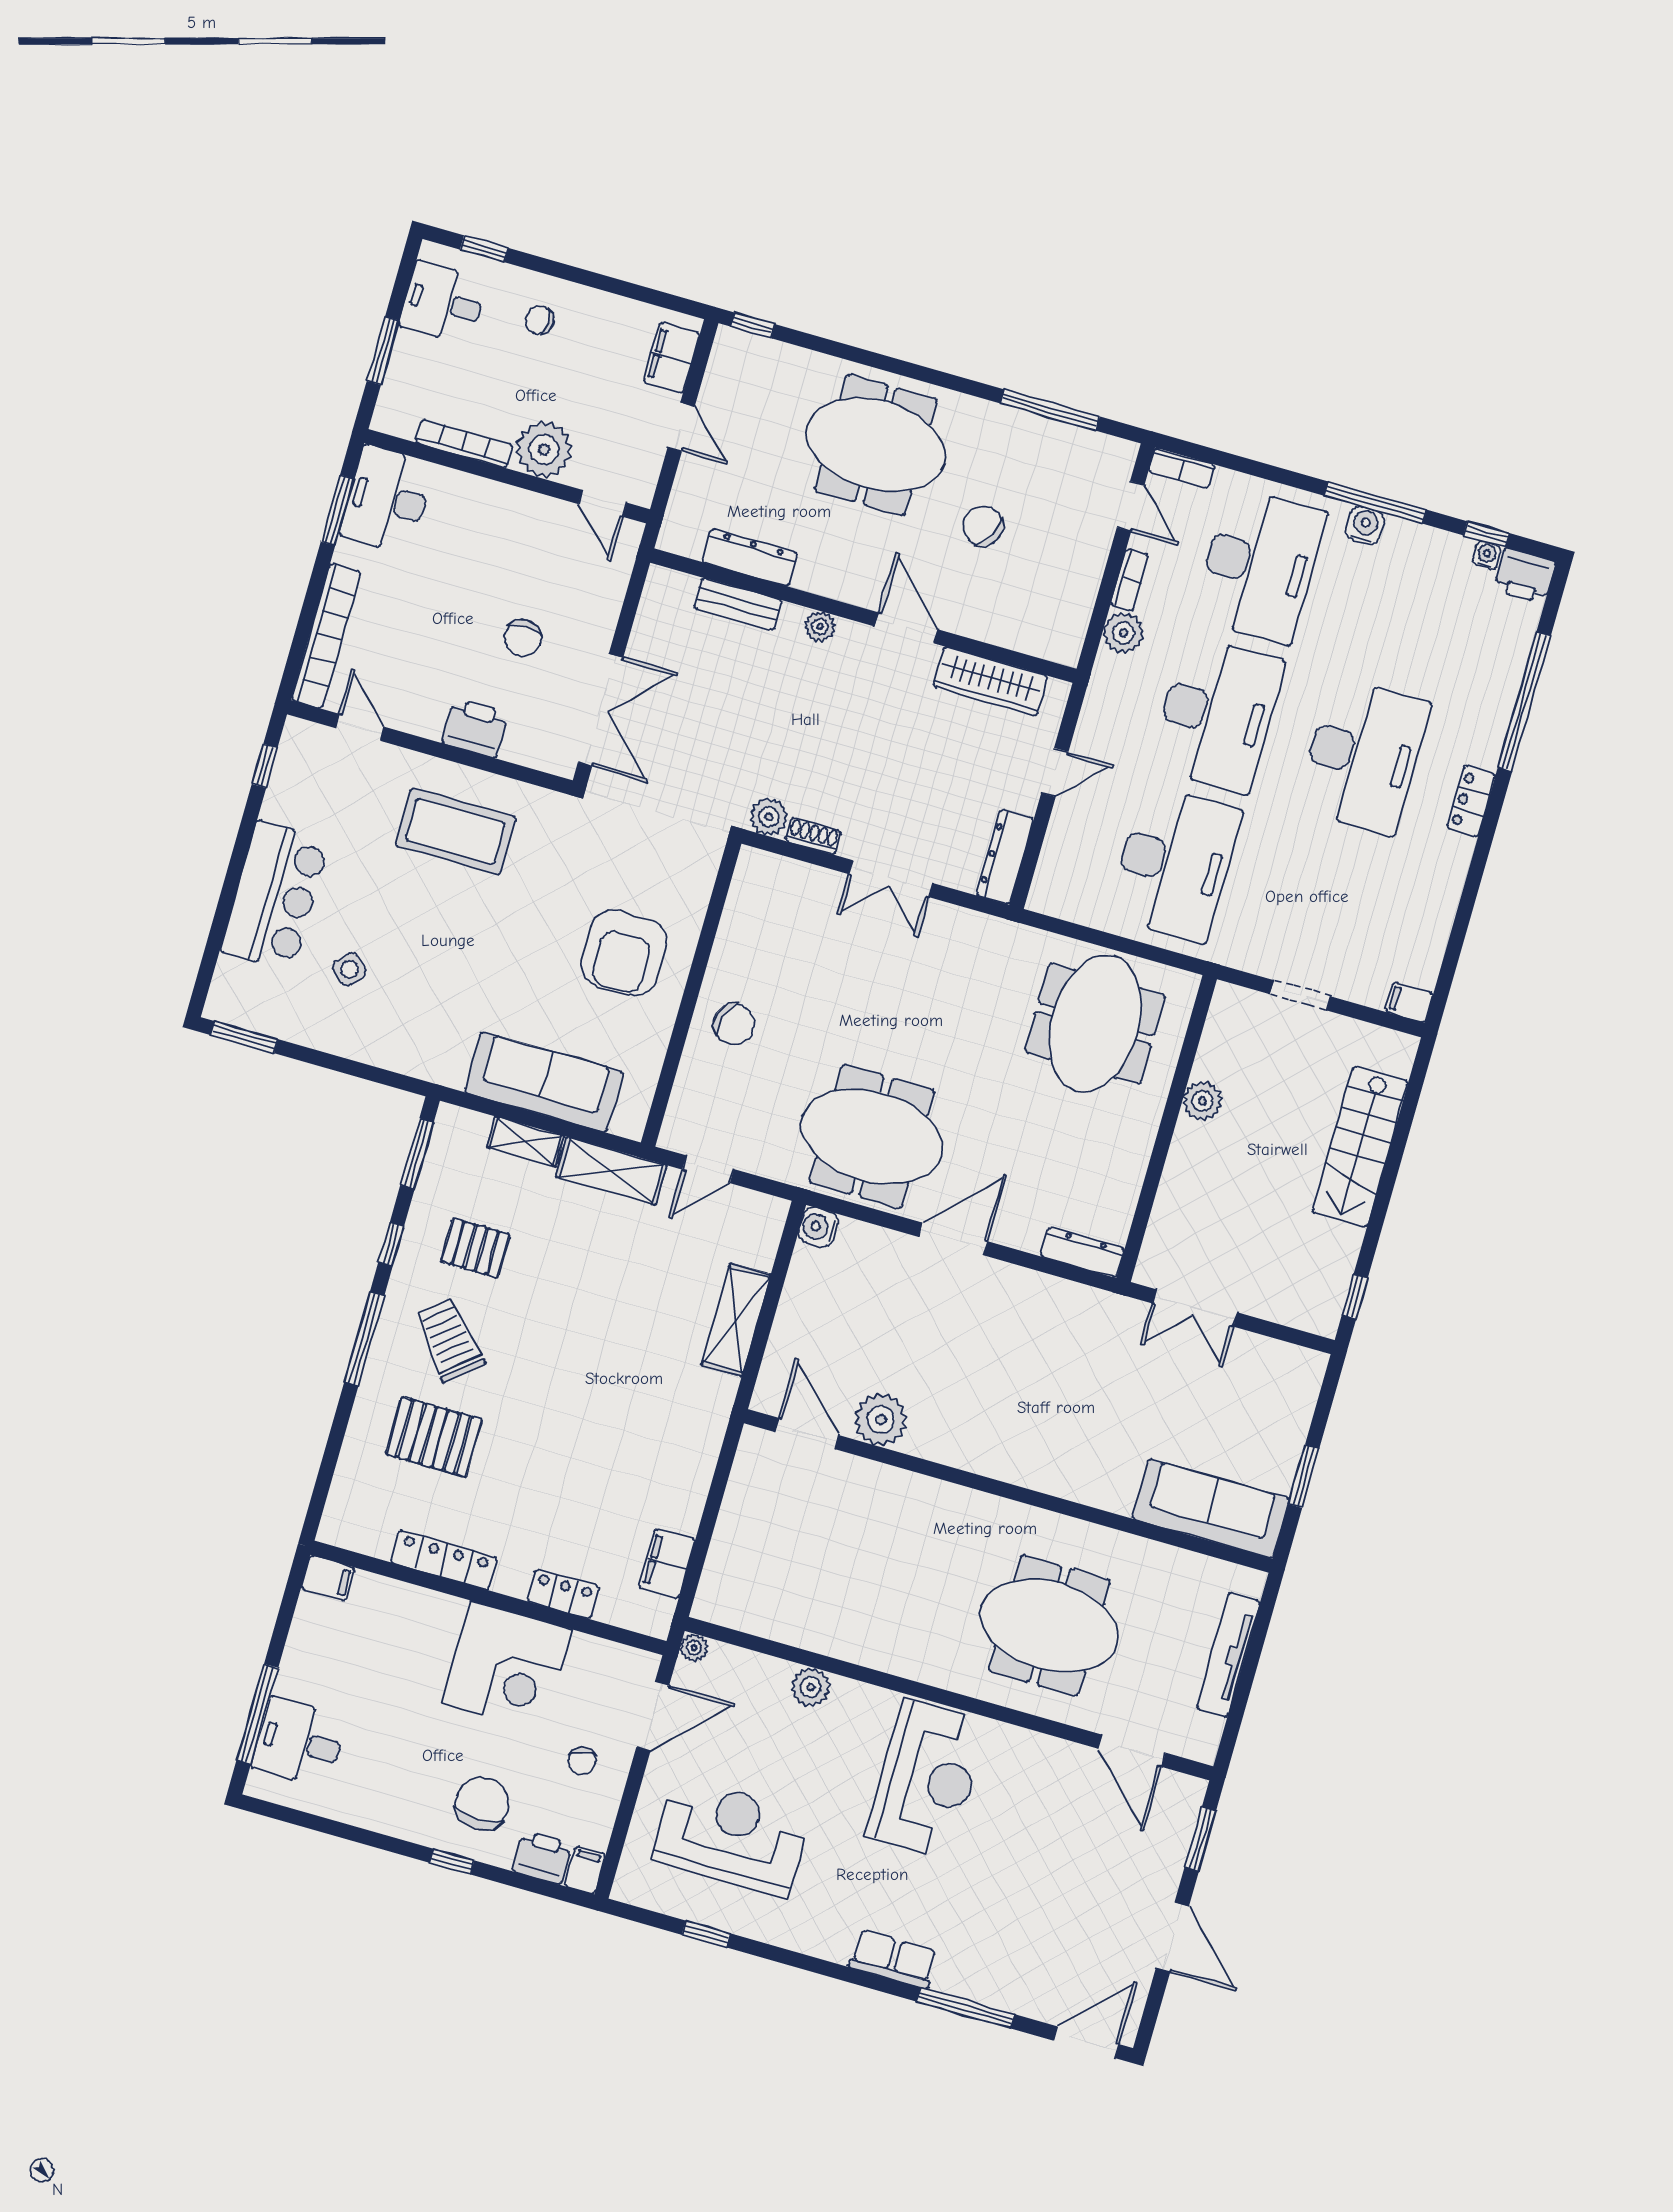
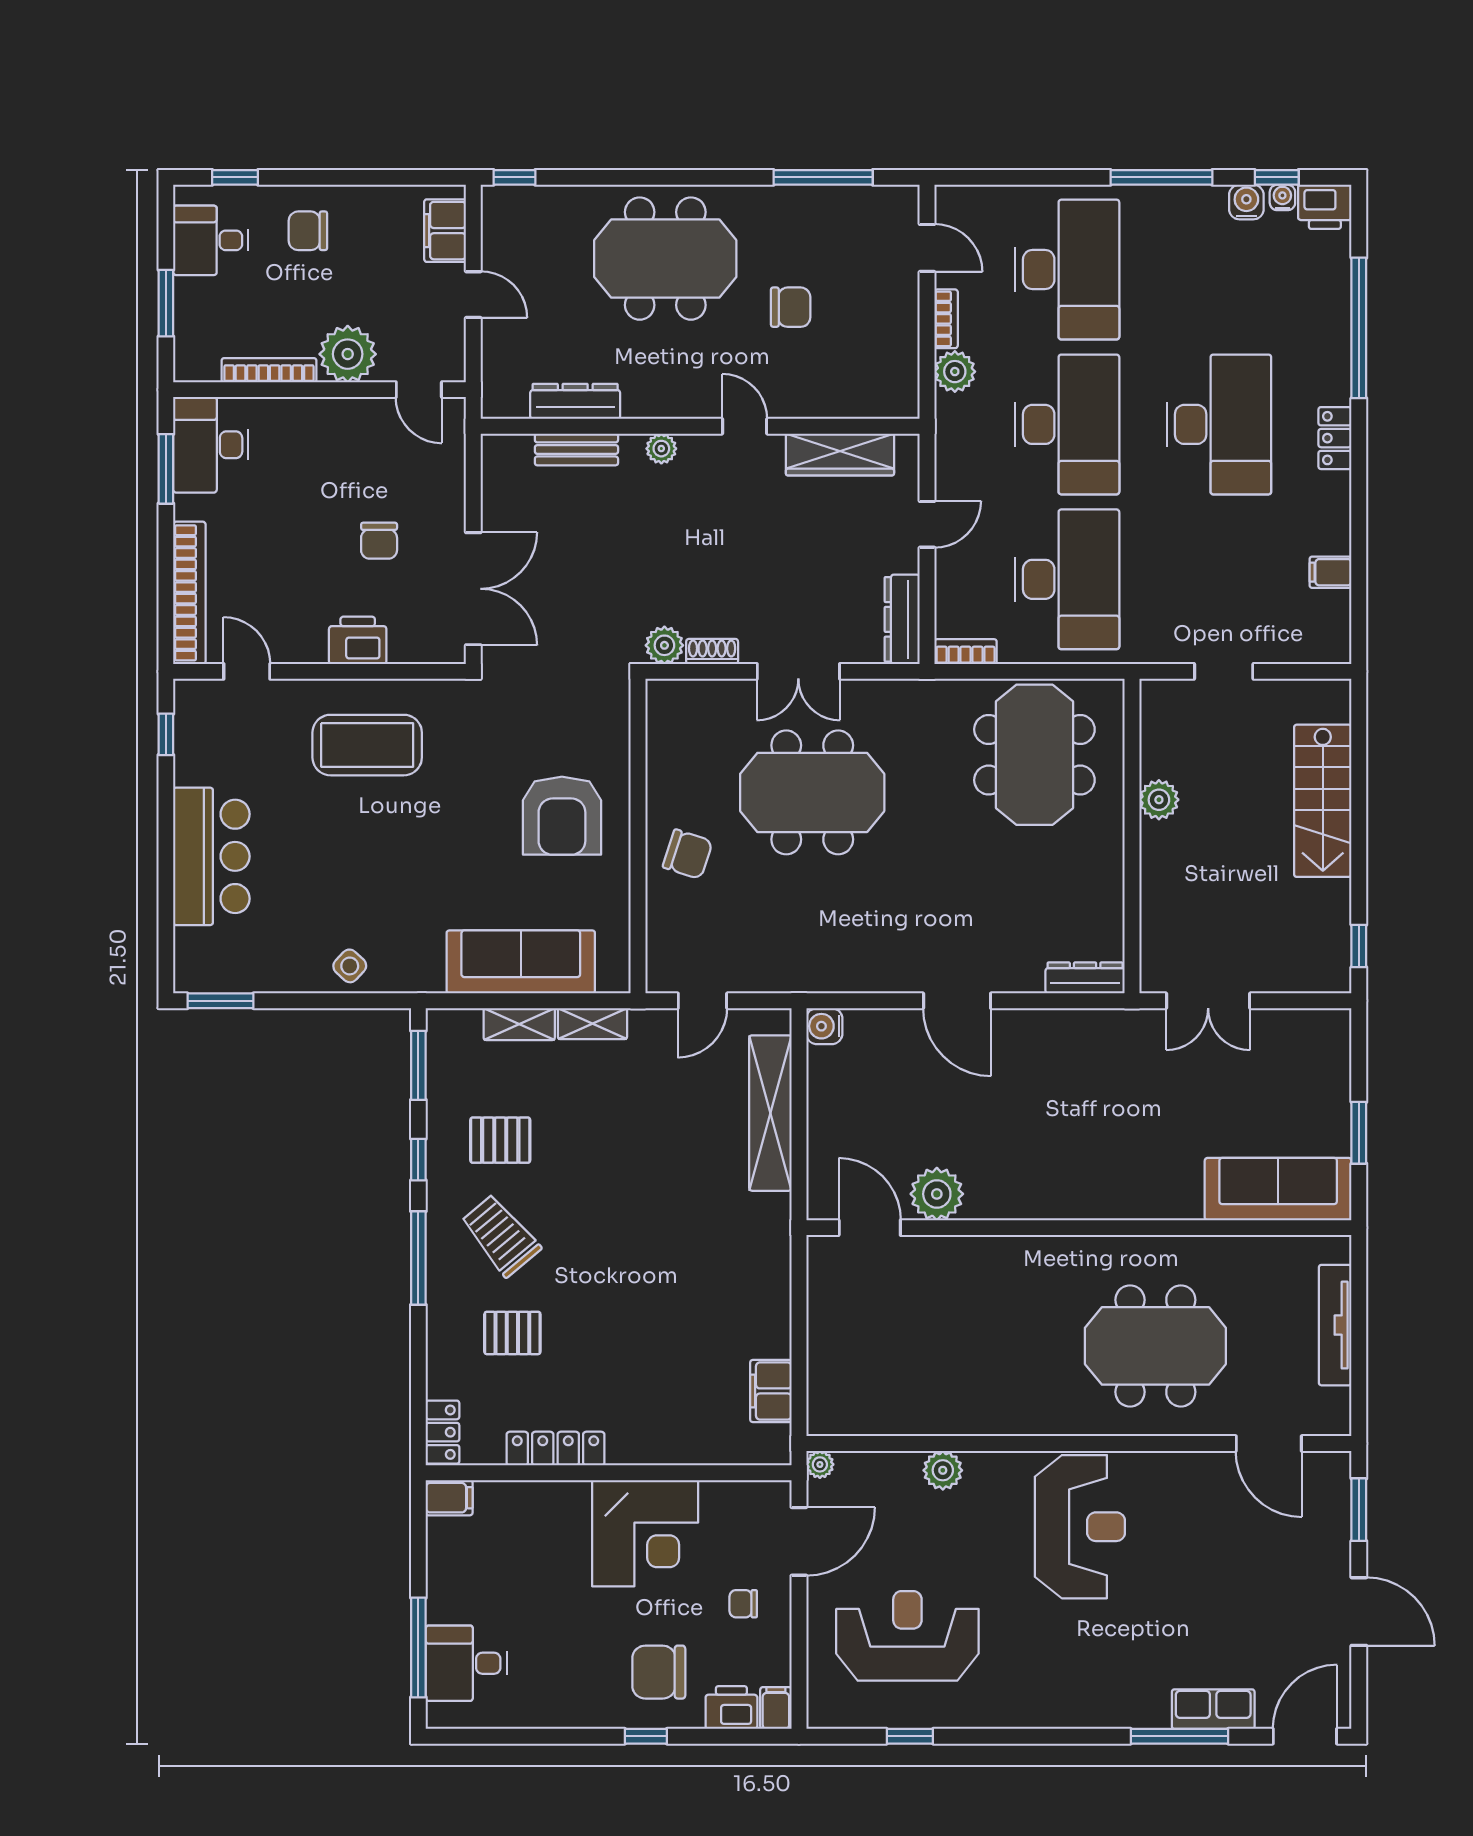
chair: (540, 320) -> (308, 231), width x1.37, depth x1.37
bookcase: (1182, 468) -> (966, 652), moved, turned 180
water cooler: (1365, 525) -> (1246, 202), moved
chair: (983, 526) -> (791, 307), turned 153
door: (906, 628) -> (745, 426), width x0.73
side table: (349, 969) -> (350, 966), moved
filing cabinet: (1409, 1002) -> (1331, 572), moved
meeting table: (872, 1136) -> (812, 792), moved
shelving: (611, 1171) -> (592, 1024), width x0.67, depth x0.75
door: (953, 1239) -> (957, 1001), swing flipped
shelving: (736, 1320) -> (770, 1113), width x1.47
pallet: (434, 1437) -> (512, 1333), width x0.67, depth x0.71
locker: (563, 1594) -> (443, 1432), moved, turned 90
chair: (582, 1761) -> (743, 1604), turned 105
chair: (482, 1803) -> (659, 1672), turned -90
row of seats: (893, 1959) -> (1213, 1709), moved

